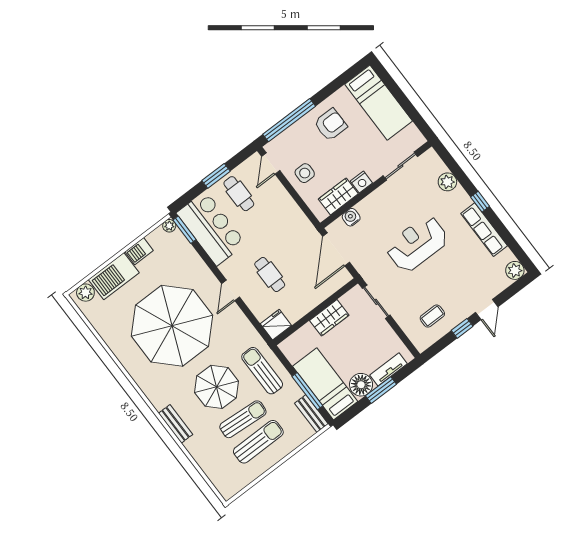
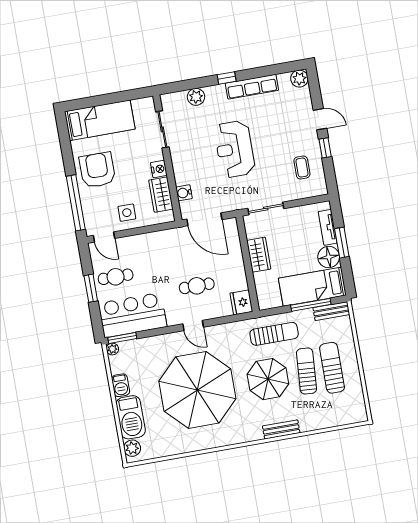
armchair: (331, 125) -> (97, 170), width x1.36, depth x1.36
sun lounger: (262, 371) -> (274, 334), turned 180

